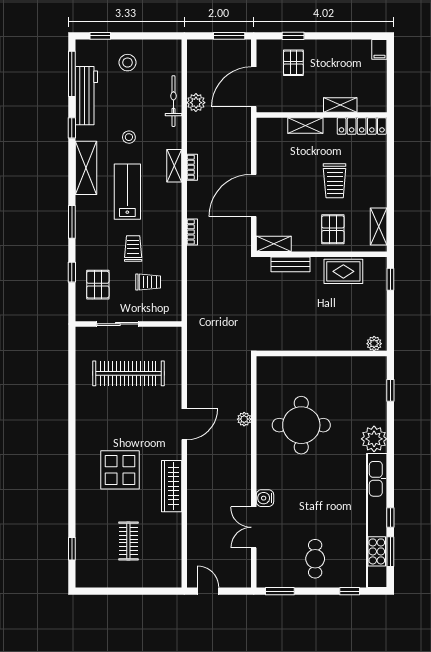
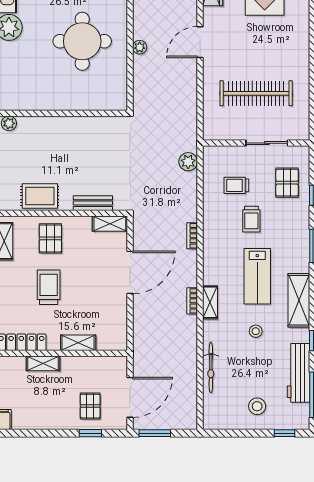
door: (254, 87) -> (130, 397), moved
plant: (196, 103) -> (188, 162), moved

